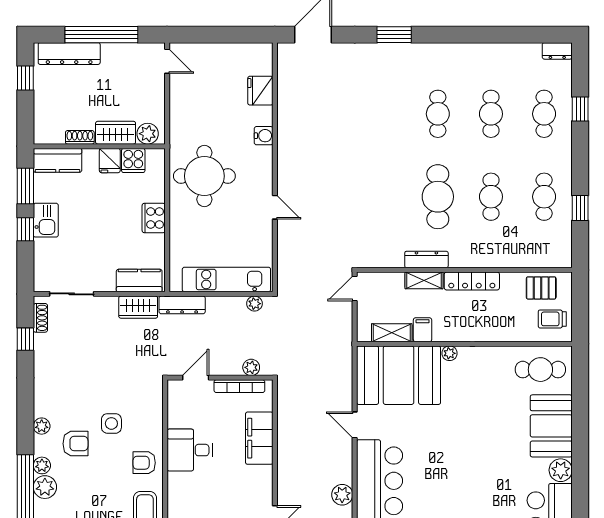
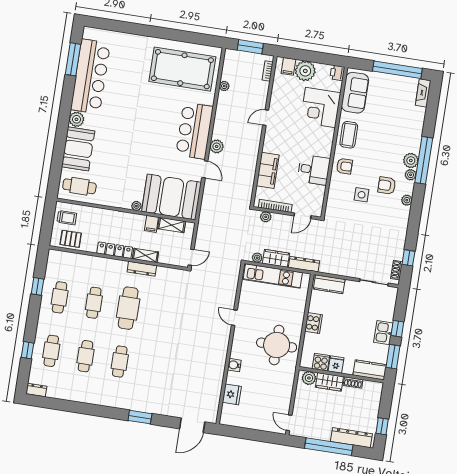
wardrobe: (138, 307) -> (276, 258), moved
plant: (342, 495) -> (217, 146), moved

